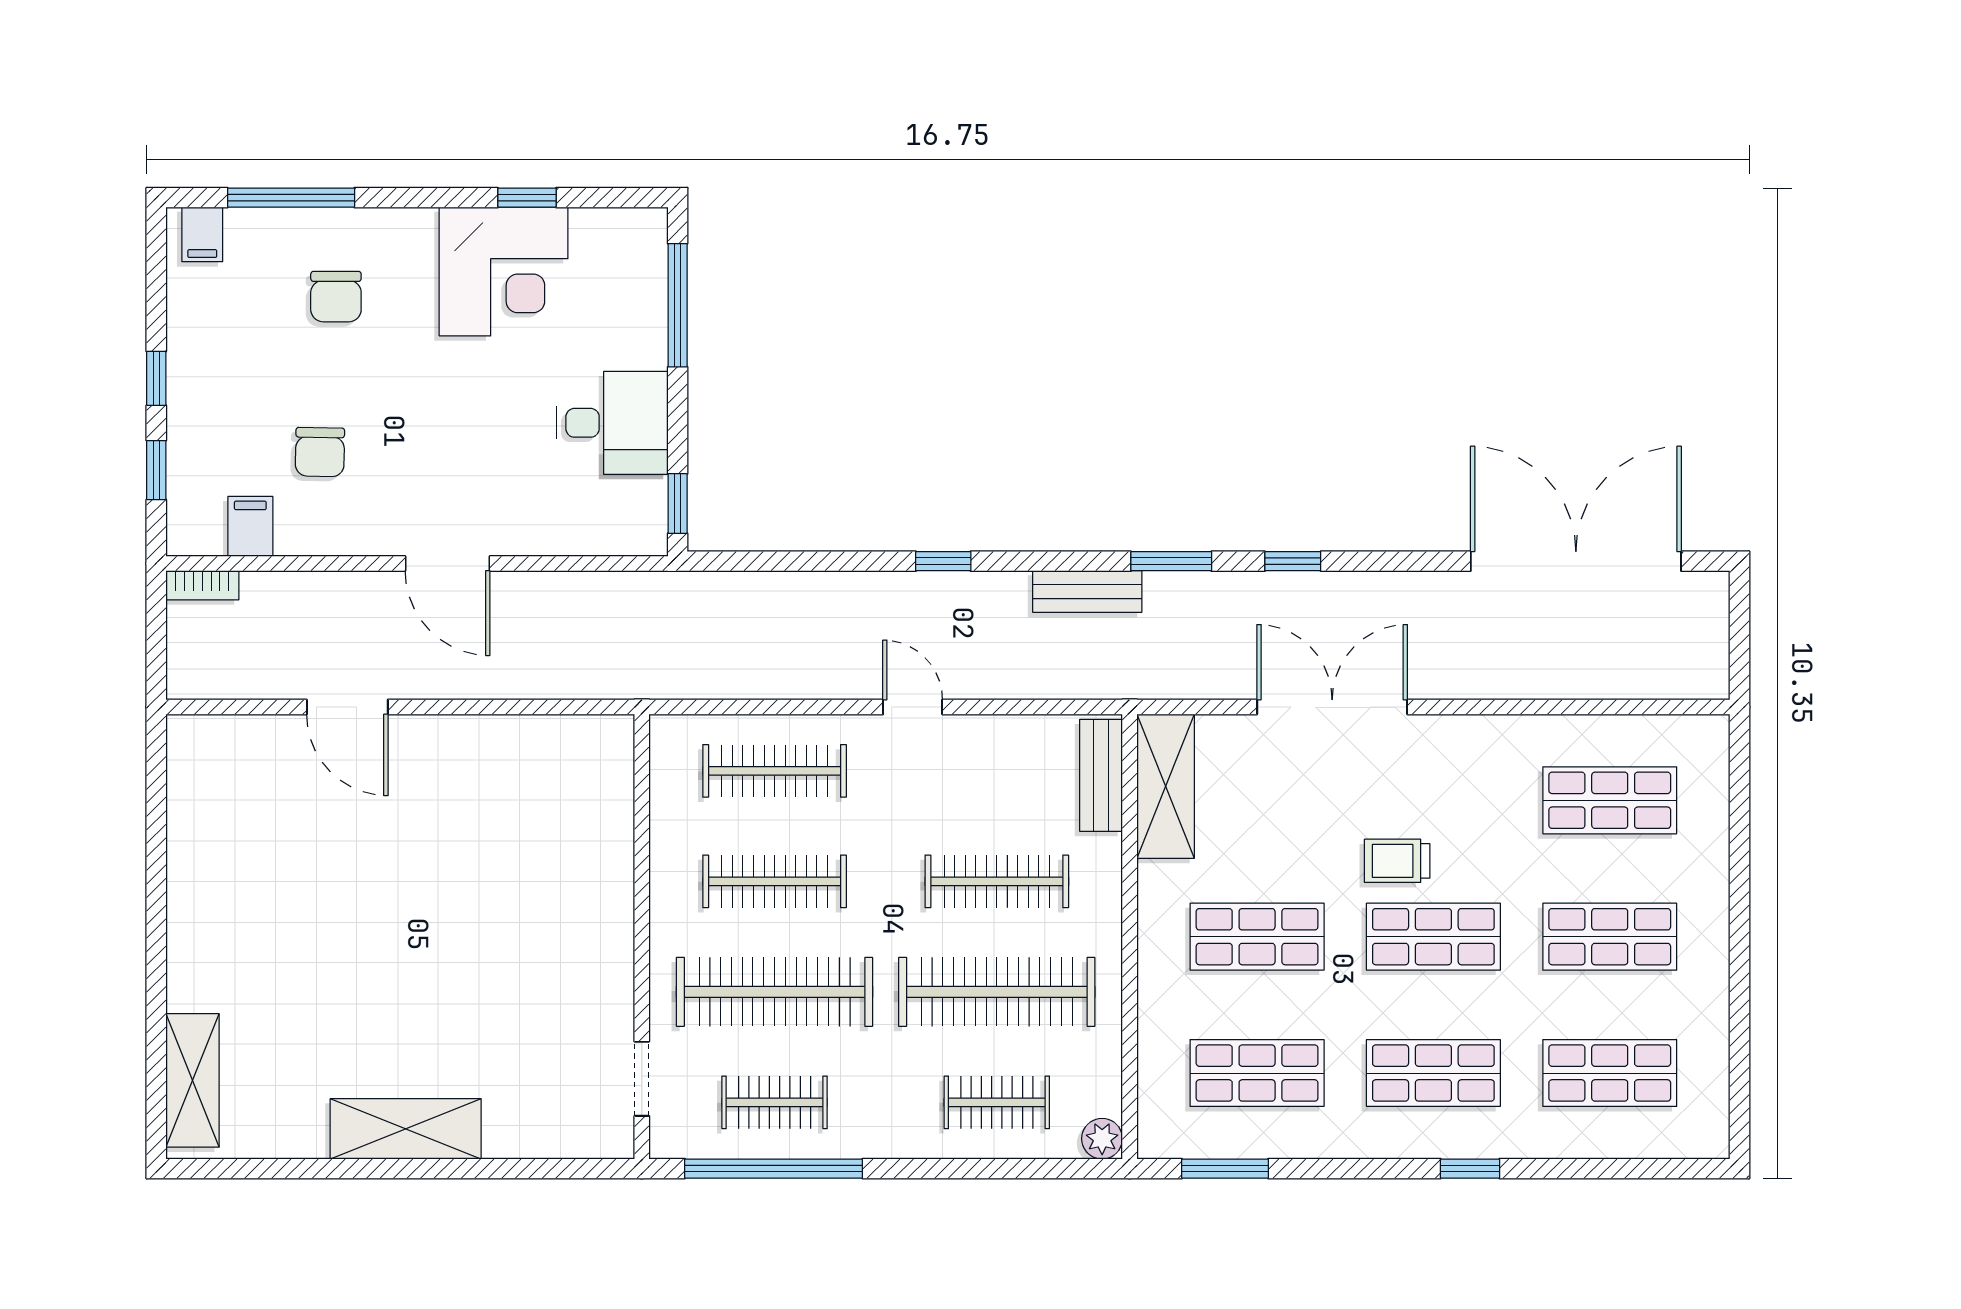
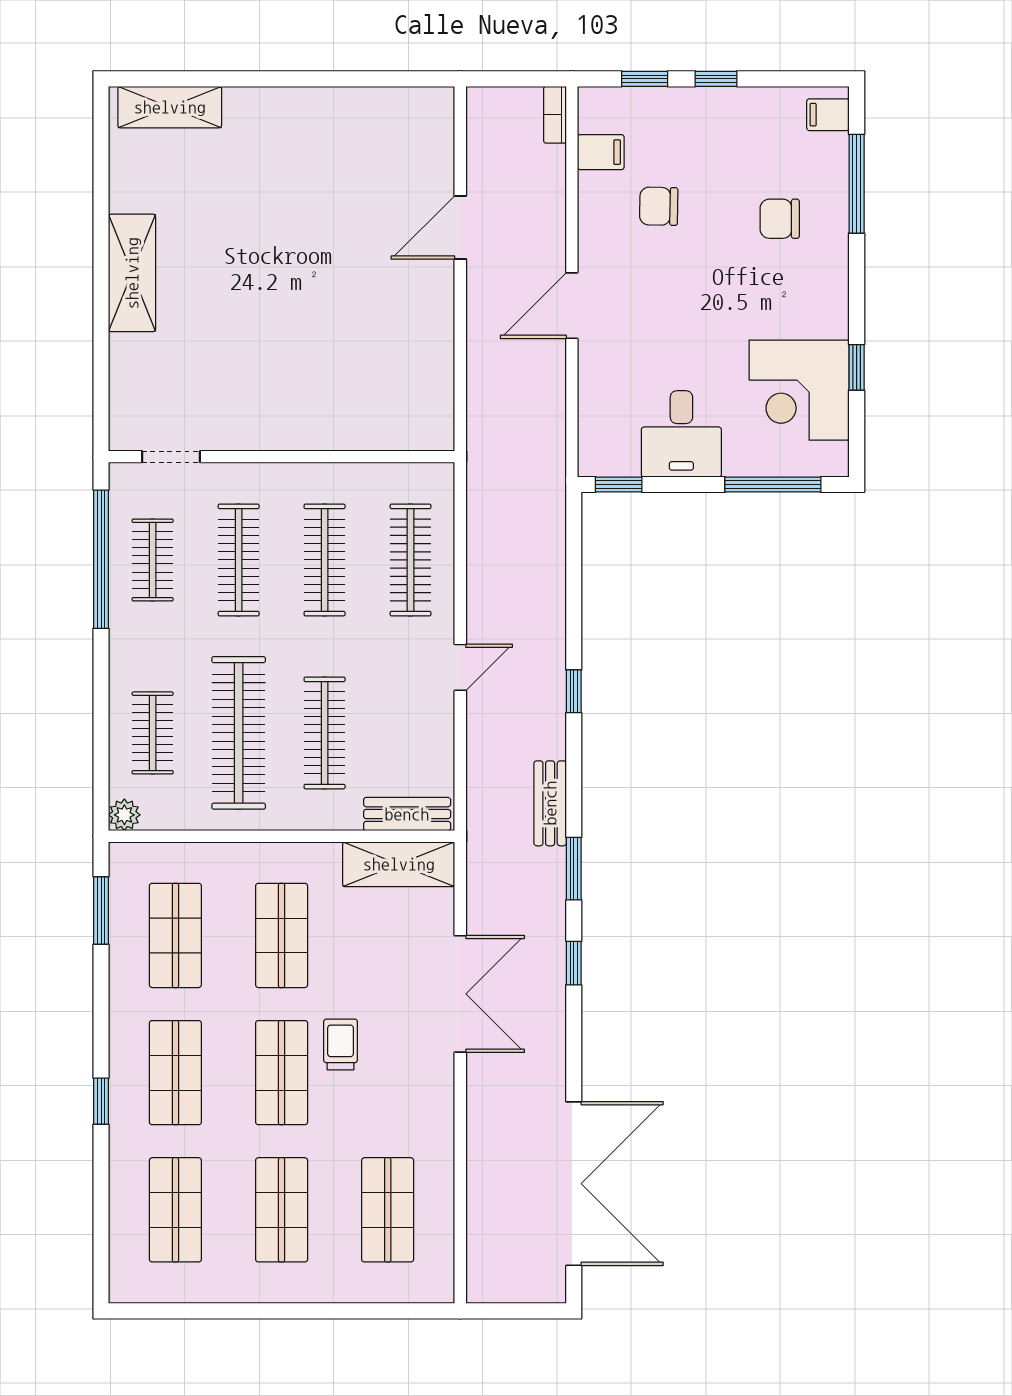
corner desk: (504, 272) -> (799, 390), moved
clothes rail: (775, 992) -> (239, 560), width x0.73, depth x0.76

